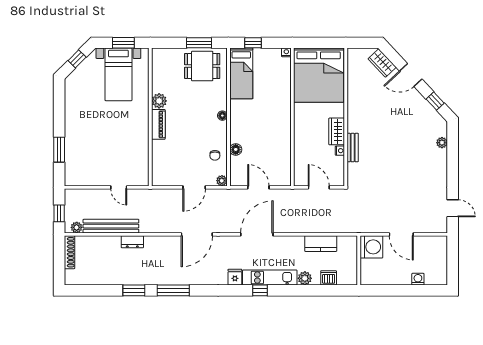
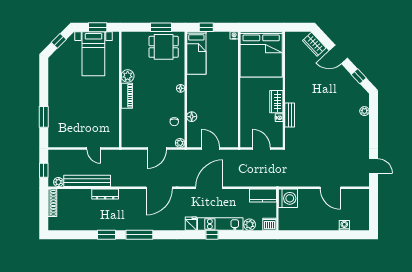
dresser: (132, 242) -> (105, 194), width x1.44
washing machine: (371, 247) -> (288, 198), moved
wall: (359, 260) -> (277, 210), moved

